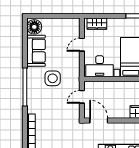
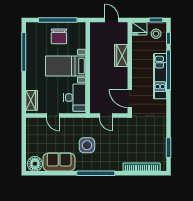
door: (99, 120) -> (130, 98), hinge flipped

